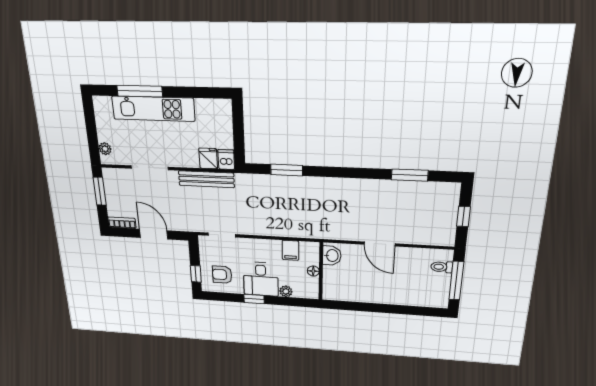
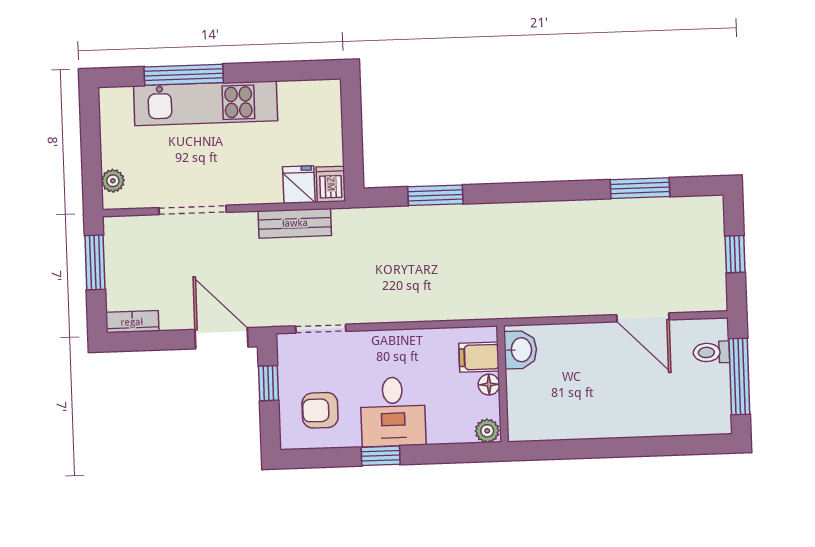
bench: (206, 179) -> (295, 223), width x0.73
door: (154, 234) -> (221, 338), moved
door: (380, 244) -> (643, 317), moved
filing cabinet: (290, 250) -> (479, 357), moved, turned 90
window: (196, 274) -> (268, 383), moved
plant: (286, 291) -> (487, 431), moved

